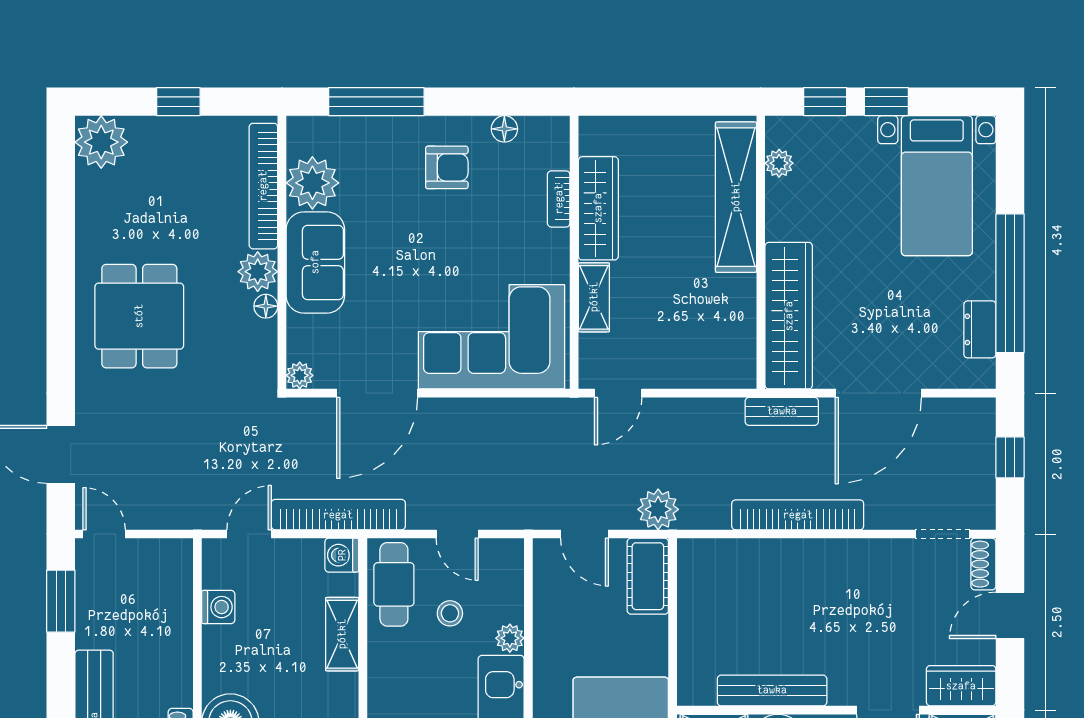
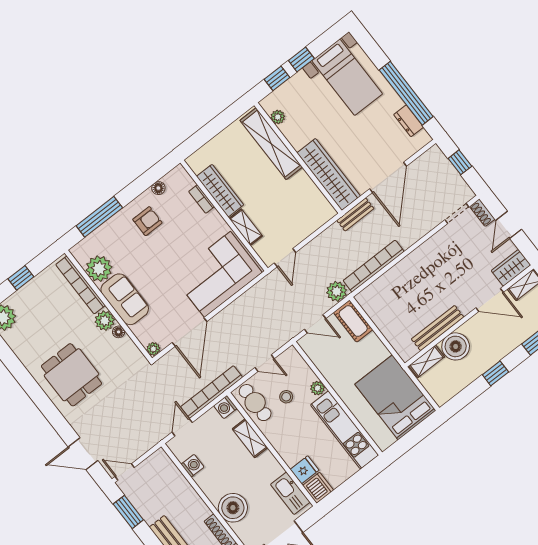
bookcase: (798, 515) -> (374, 266), moved

